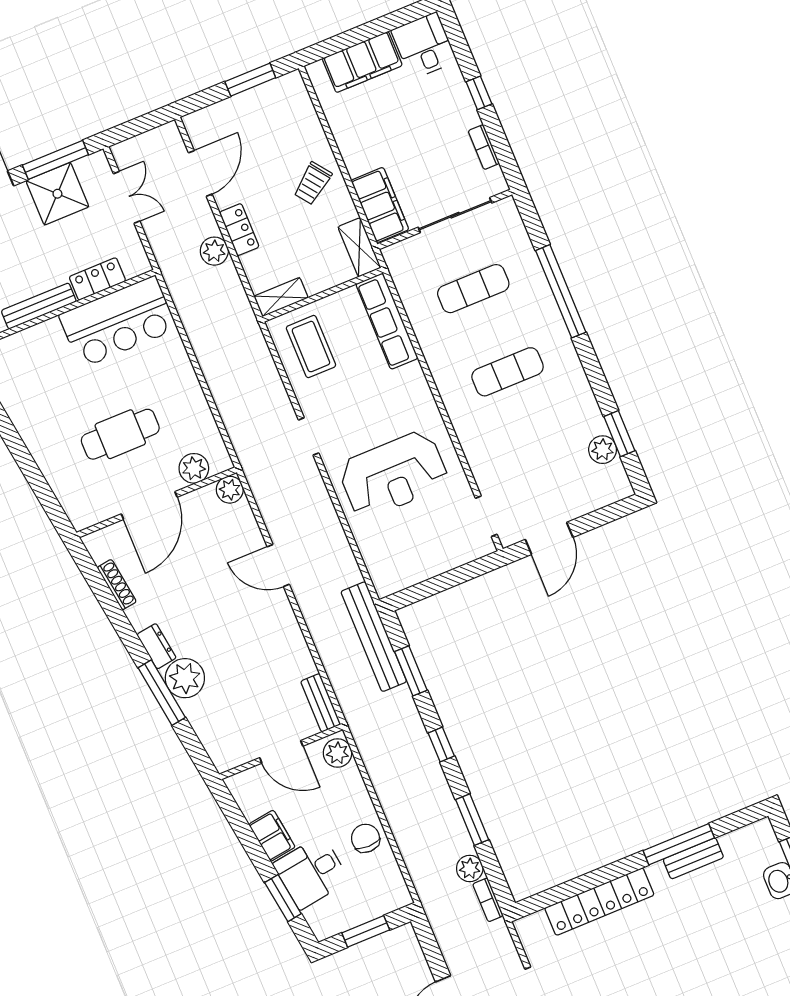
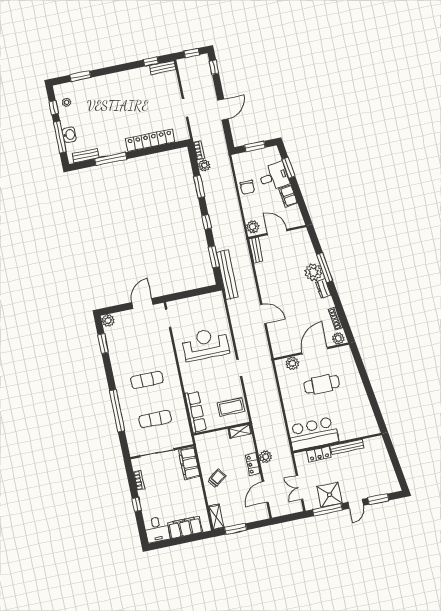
shelving: (359, 247) -> (216, 517), moved
coffee table: (311, 347) -> (231, 407), turned 90
plant: (603, 450) -> (108, 320), moved
plant: (230, 490) -> (338, 338), moved
bench: (693, 858) -> (86, 156), moved

